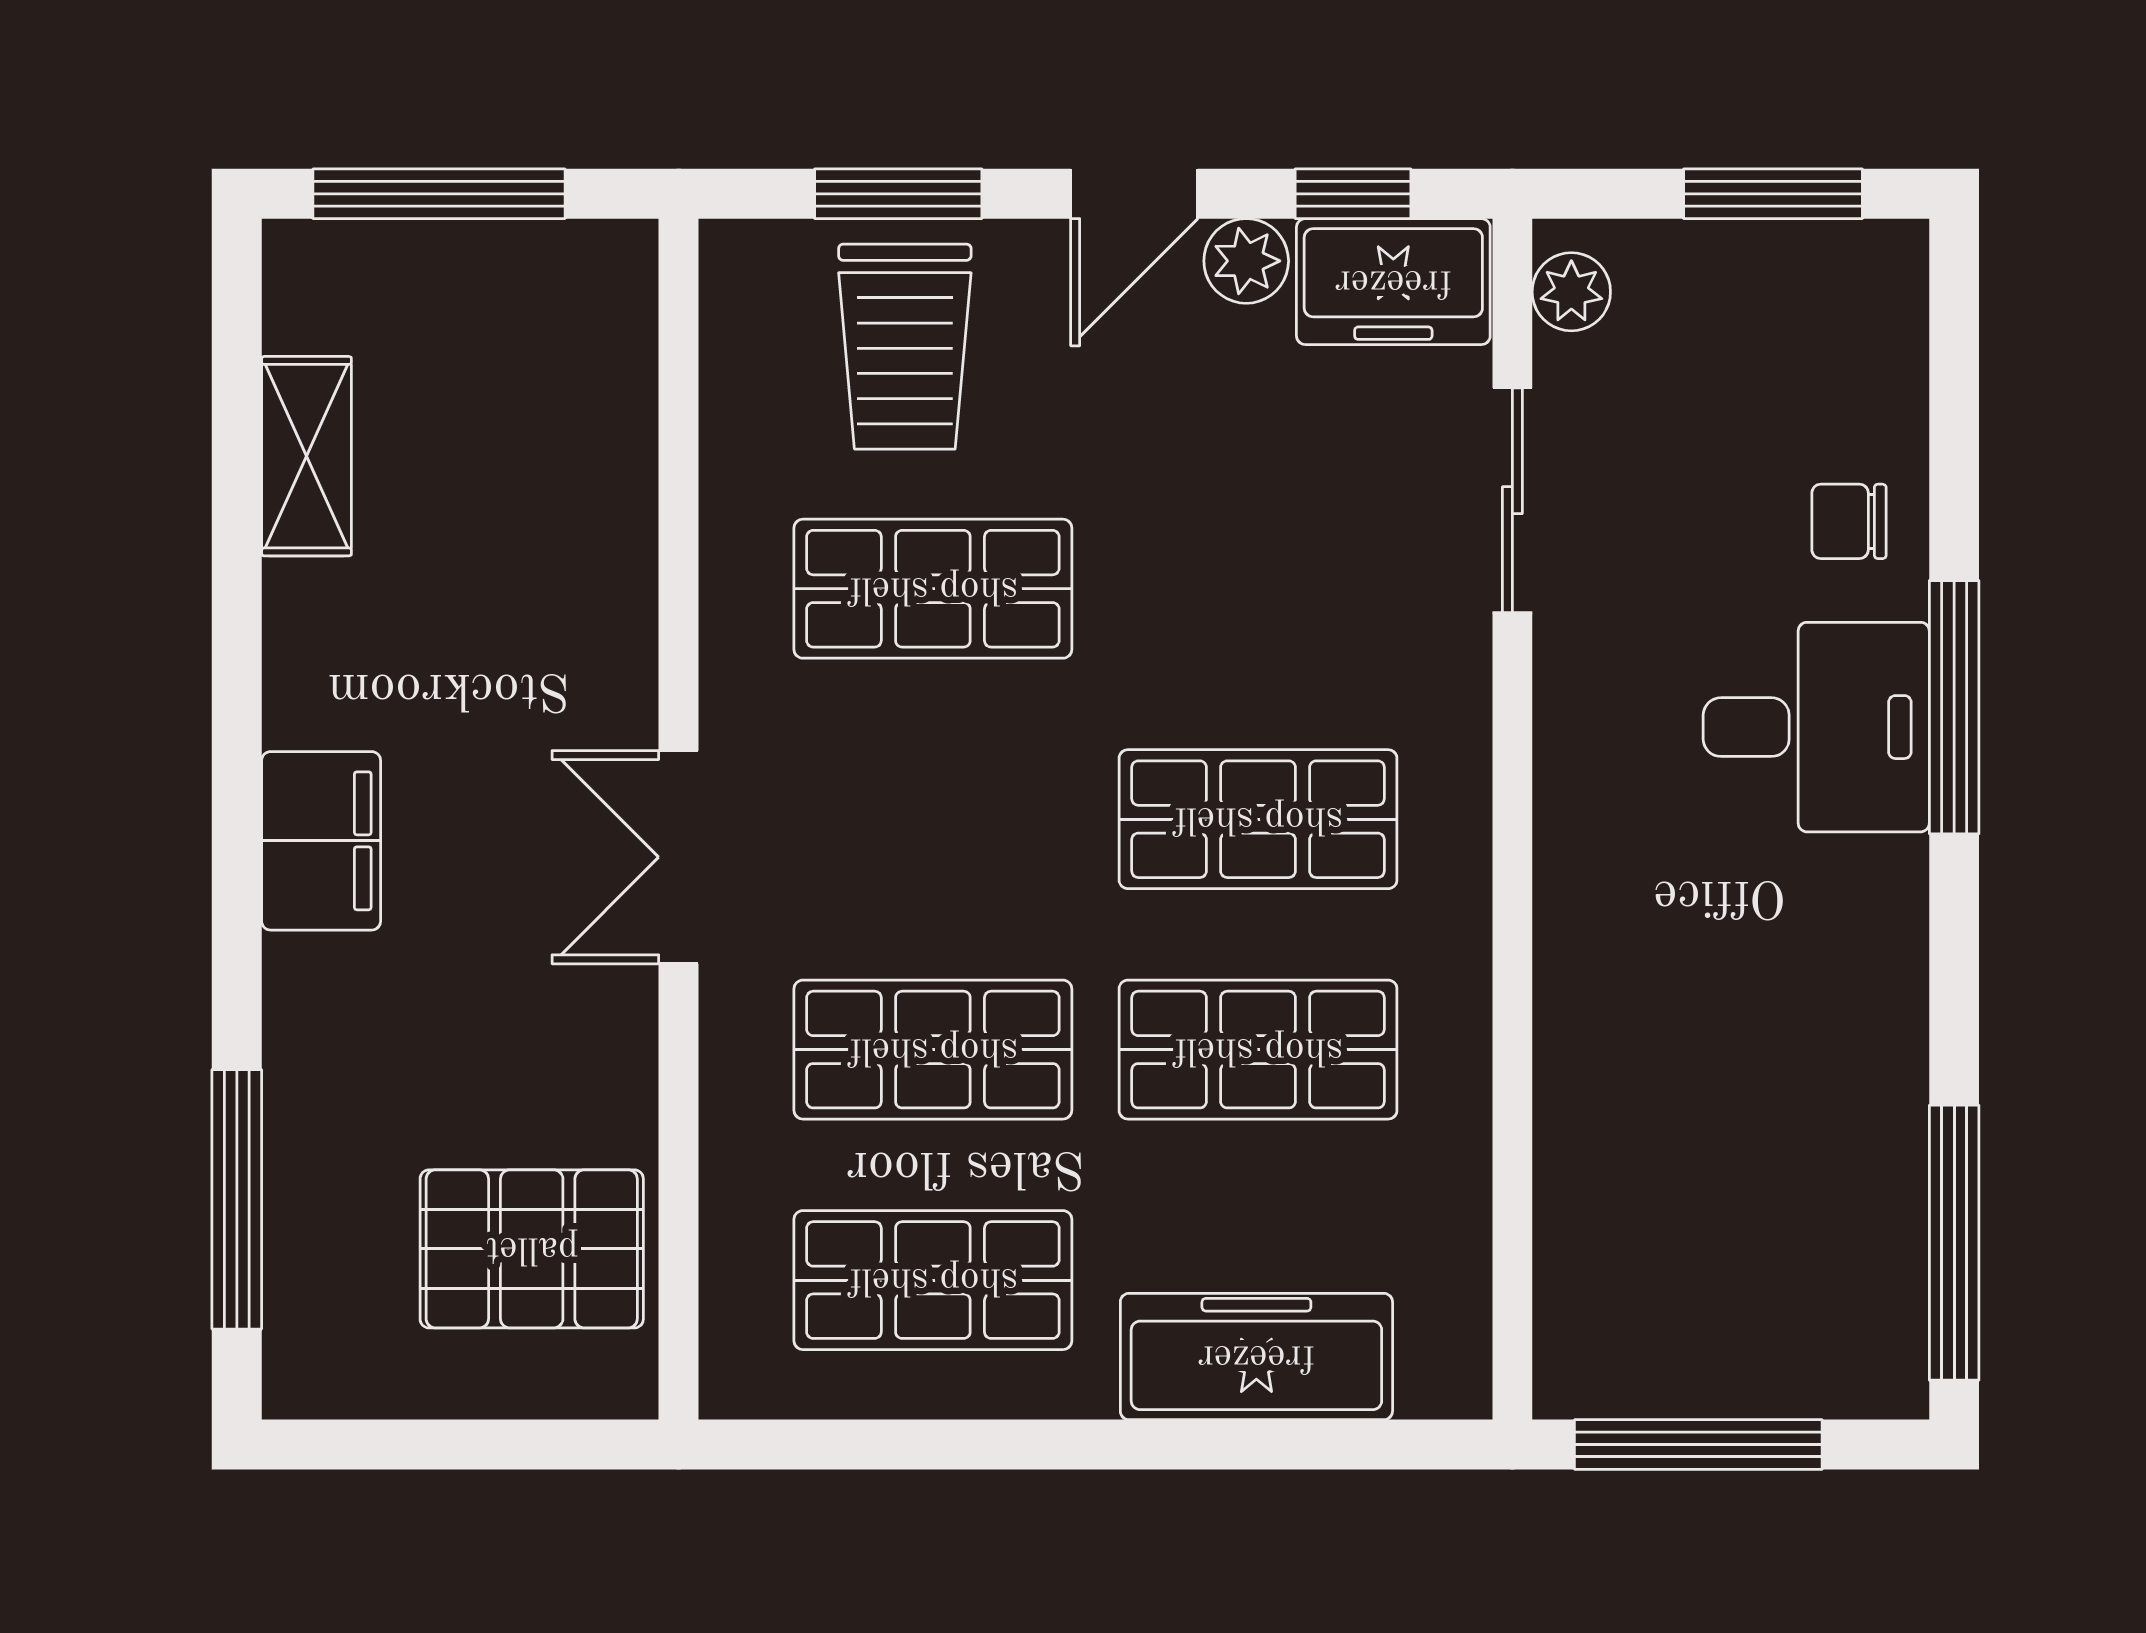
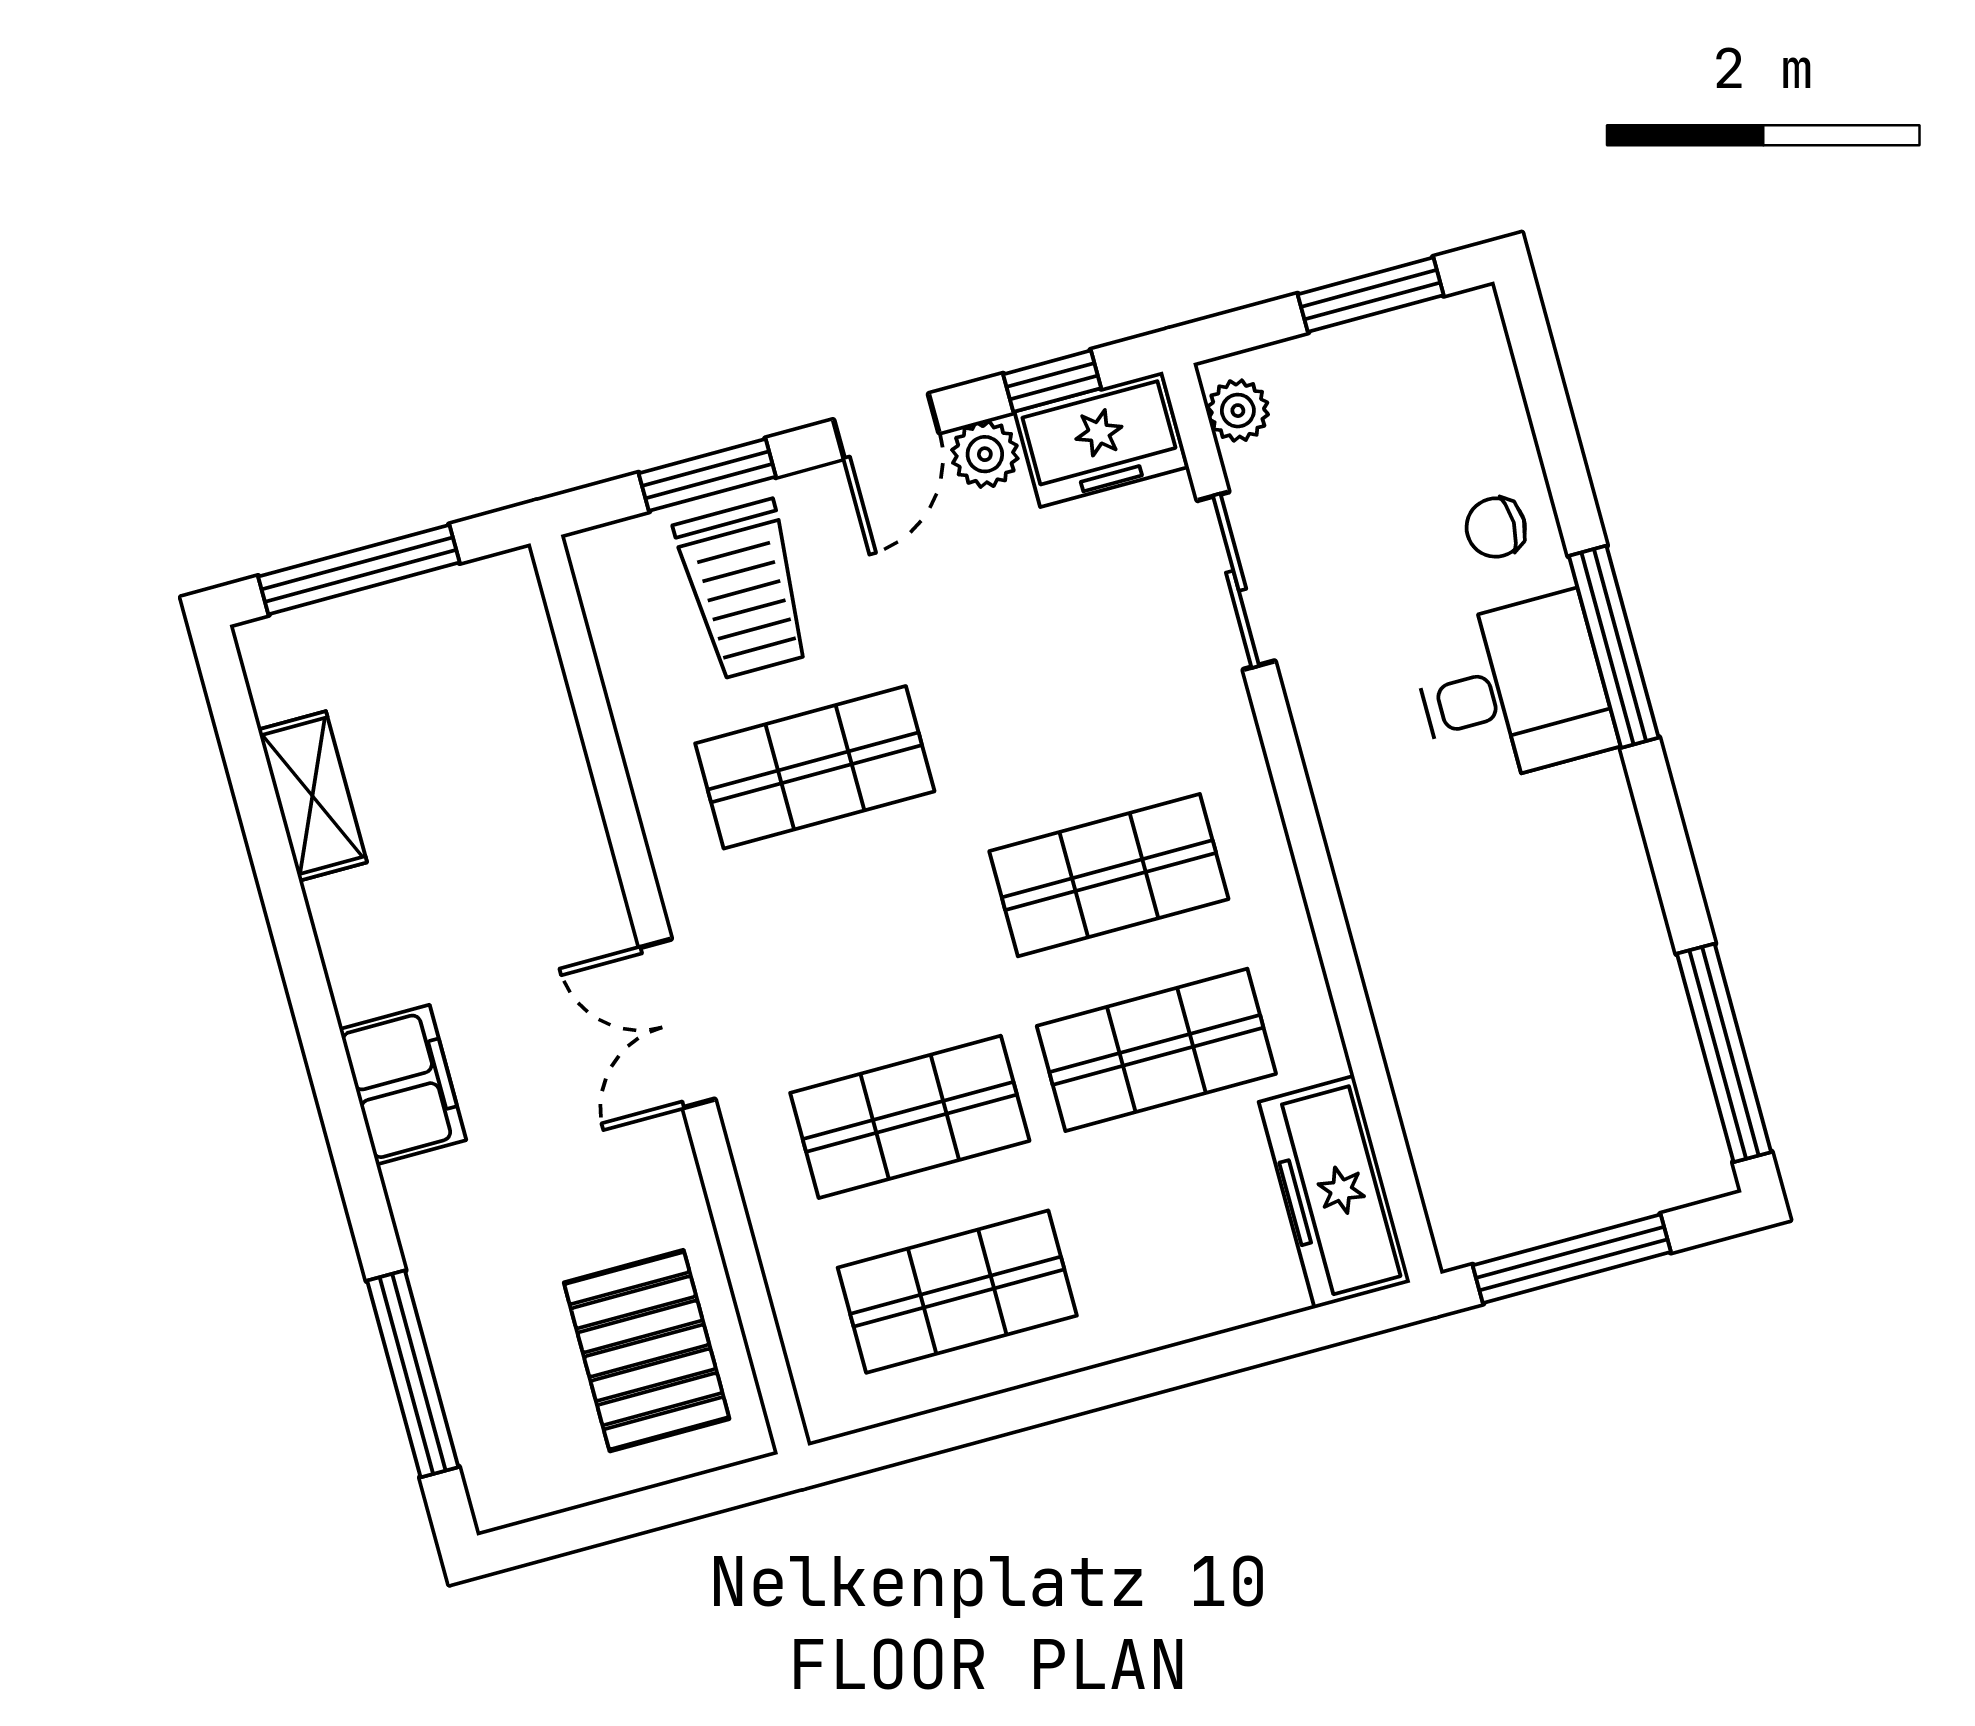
pallet: (532, 1249) -> (647, 1351), turned 90
freezer: (1256, 1357) -> (1334, 1192), moved, turned -90

